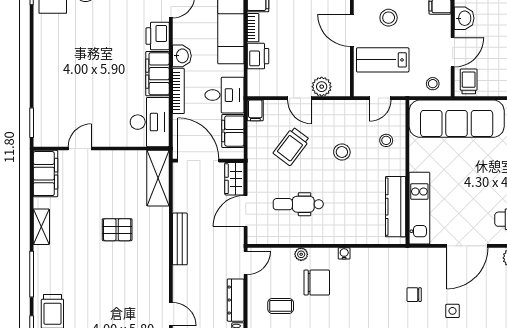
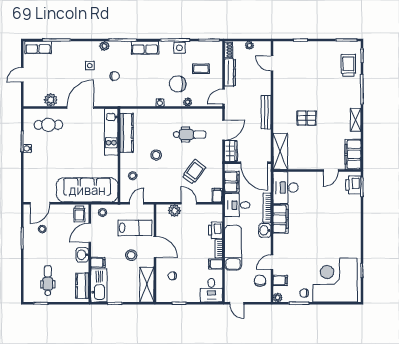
printer: (158, 36) -> (353, 185), moved, turned 180
stool: (342, 152) -> (156, 155), moved

